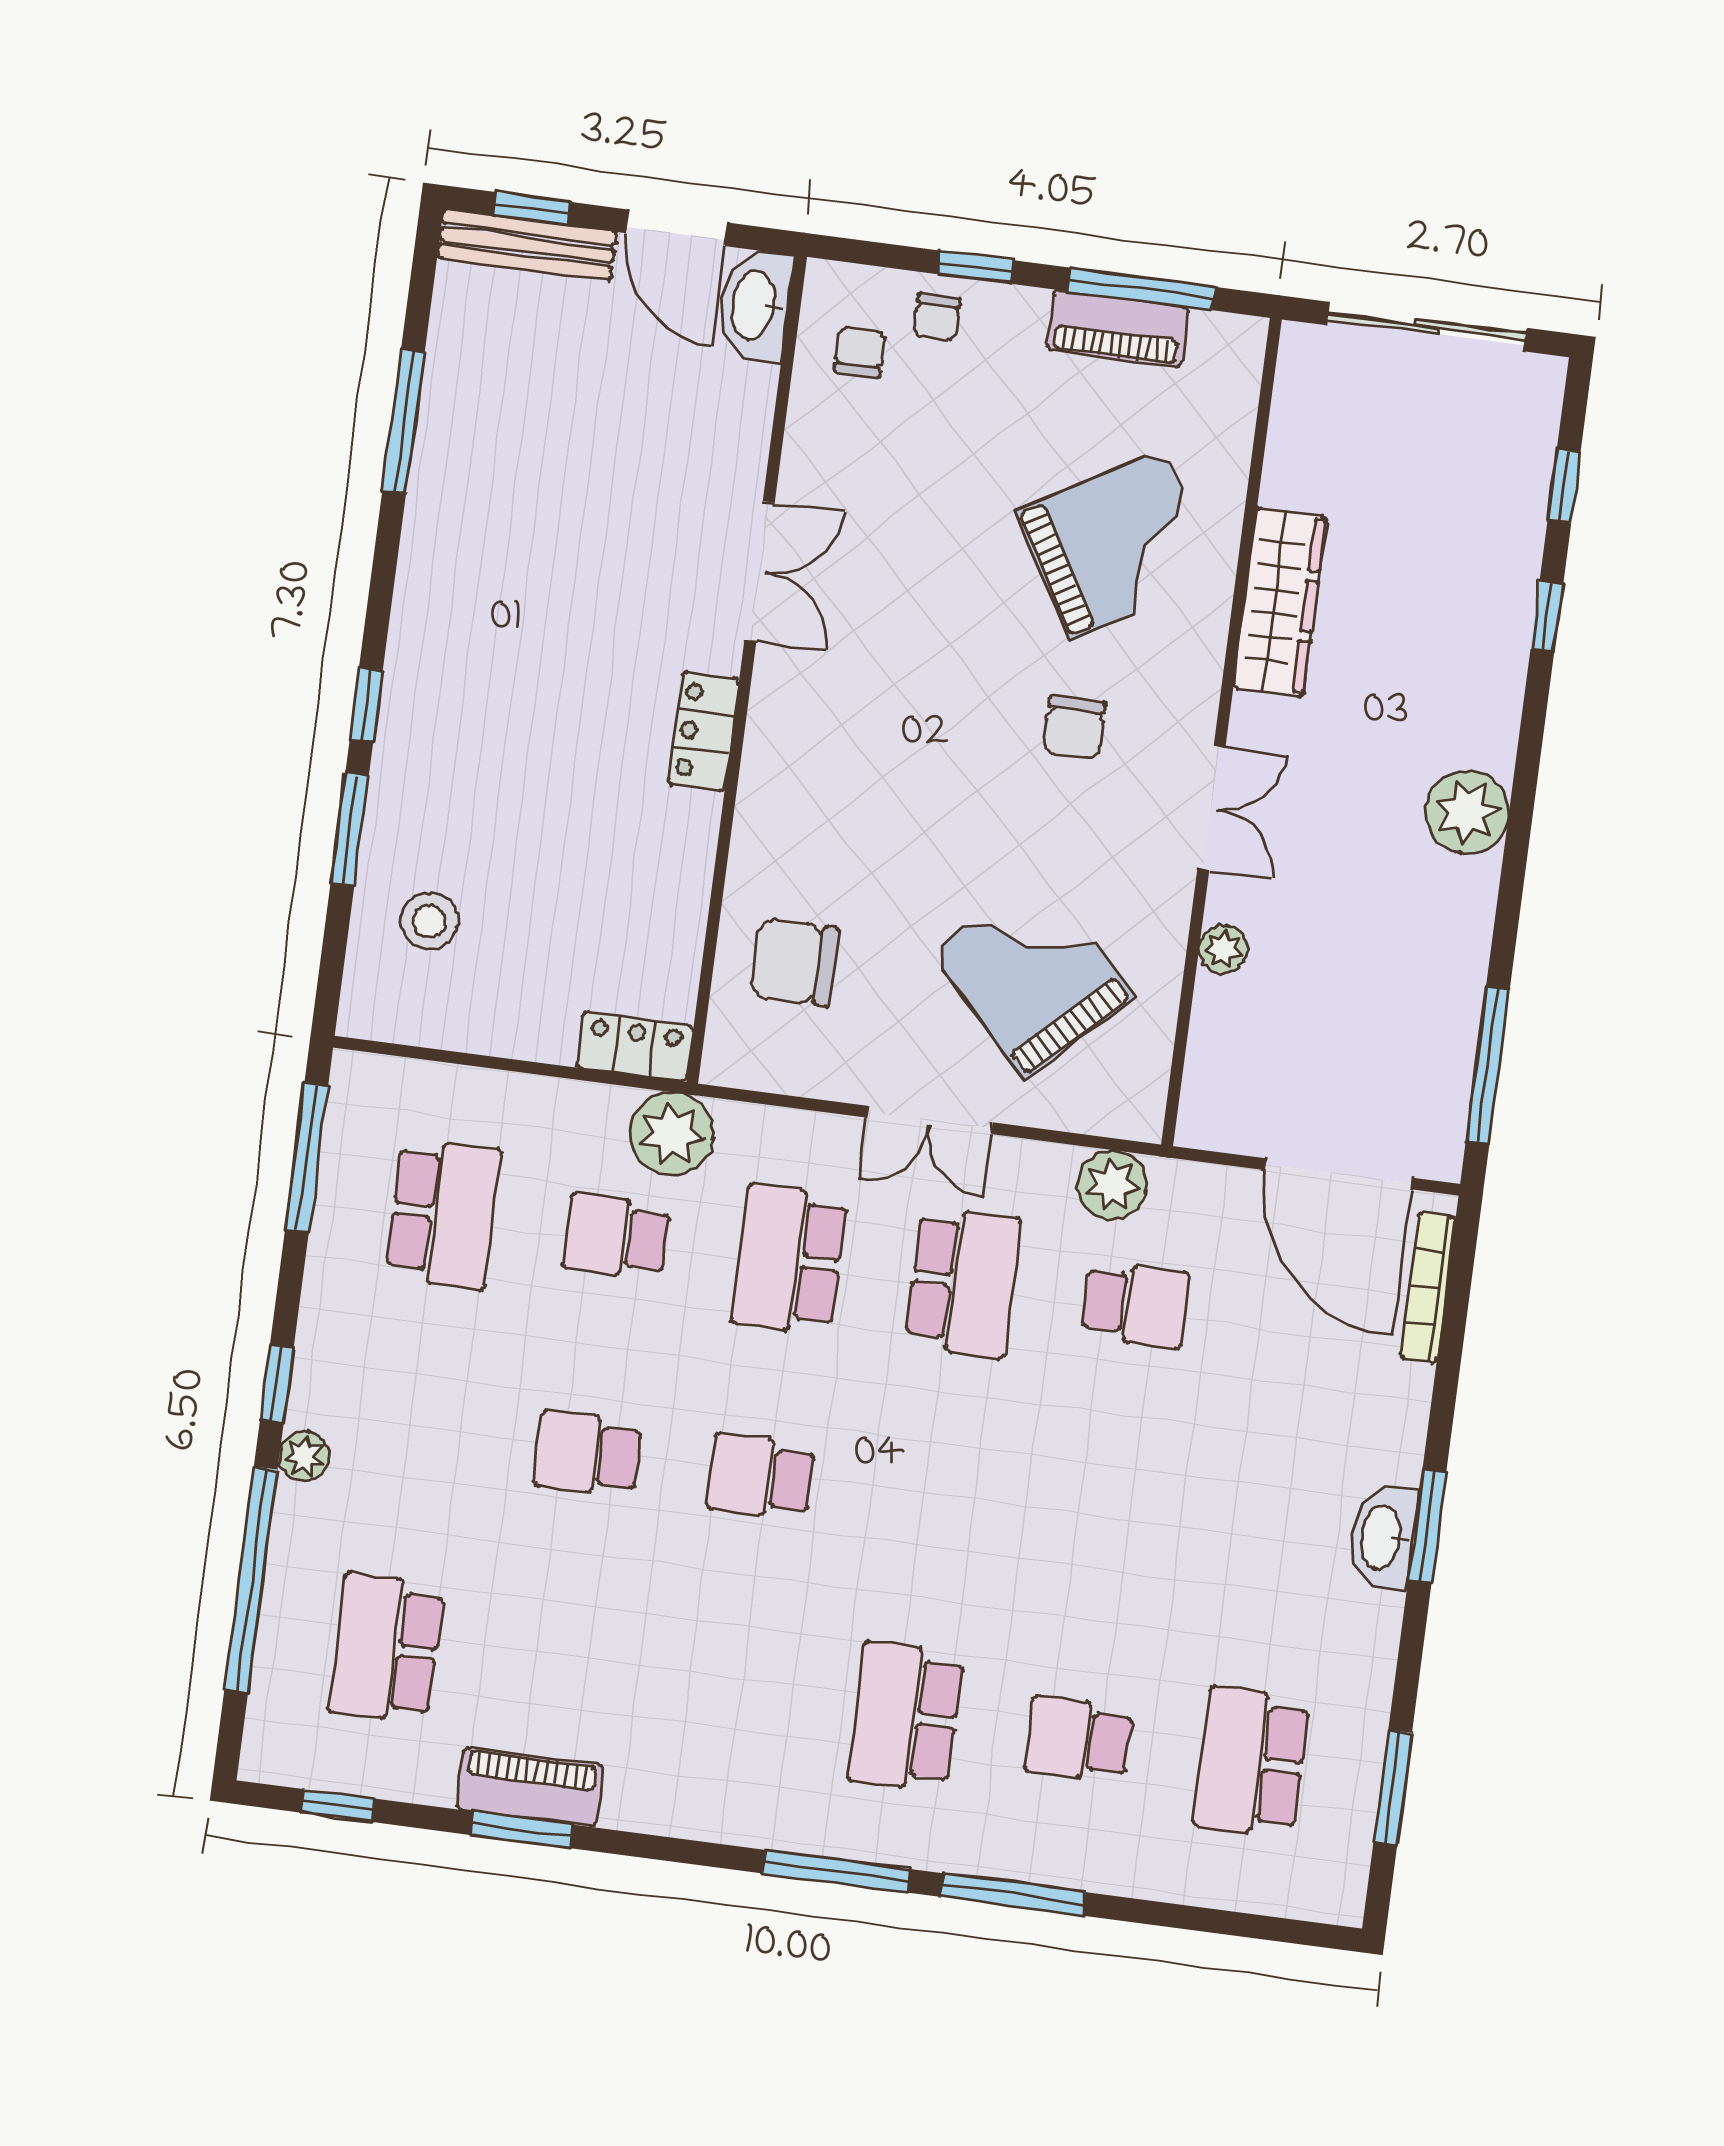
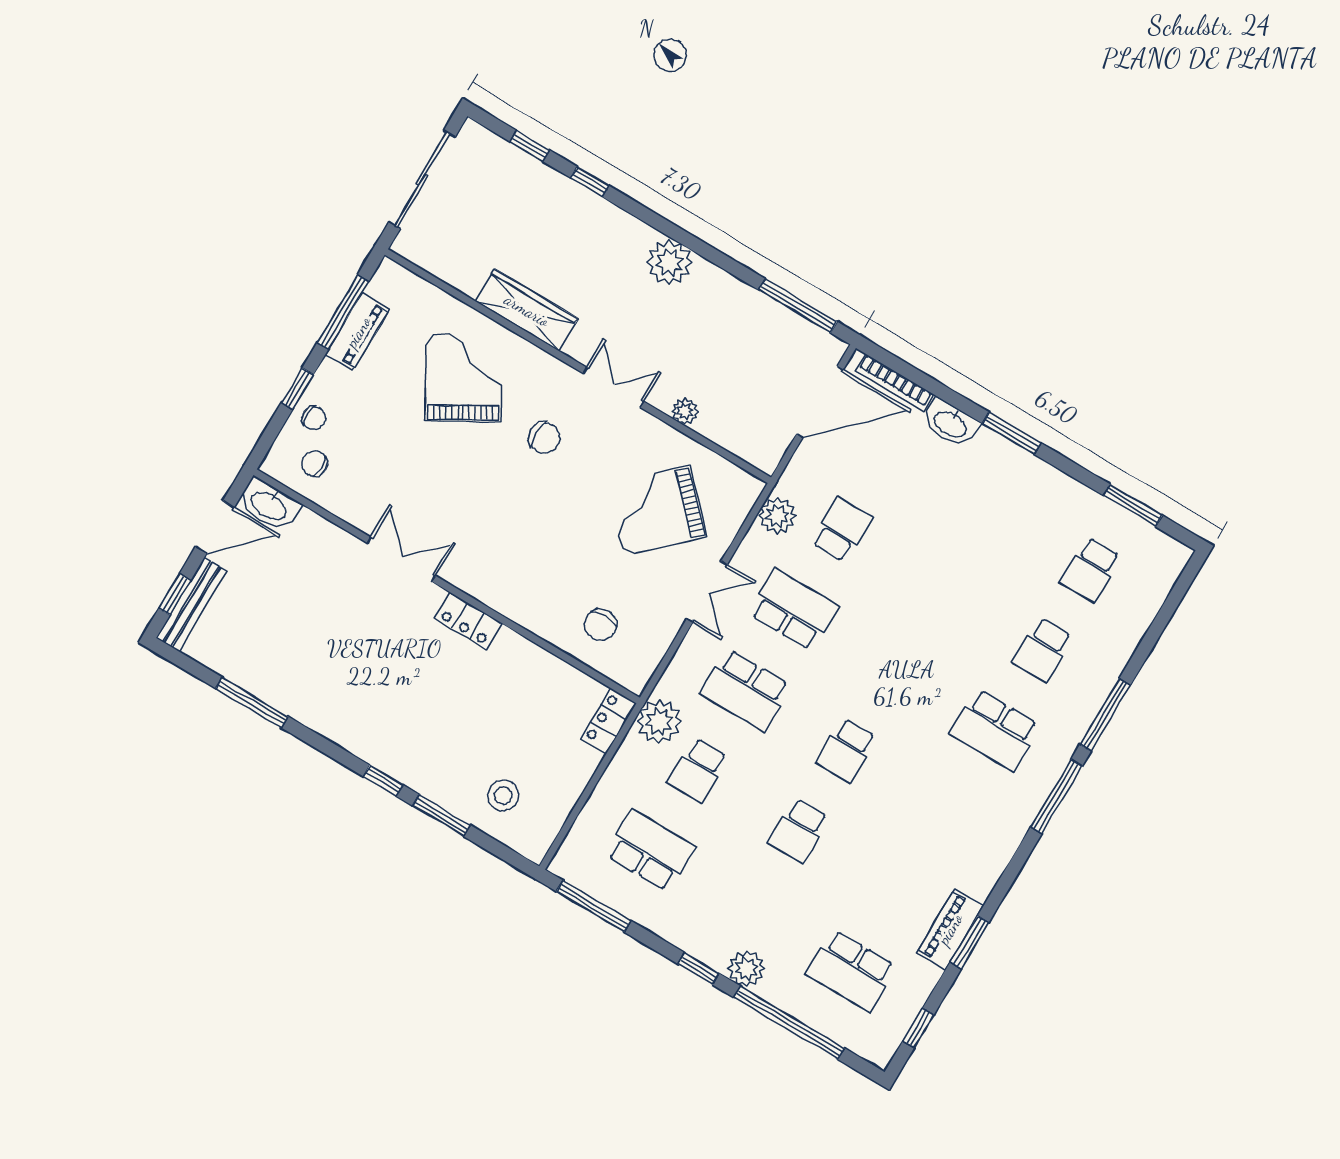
chair: (794, 962) -> (601, 625), width x0.73, depth x0.73
plant: (304, 1456) -> (746, 969), width x1.38, depth x1.38
washbasin: (1383, 1537) -> (951, 423), moved
school desk: (1252, 1762) -> (1091, 569), width x0.54

